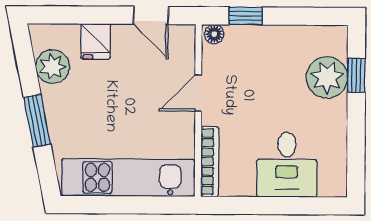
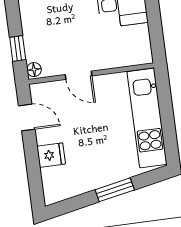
door: (151, 15) -> (27, 117), hinge flipped
plant: (53, 67) -> (74, 184), removed
bookcase: (210, 162) -> (127, 60), removed

